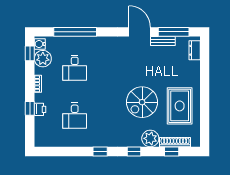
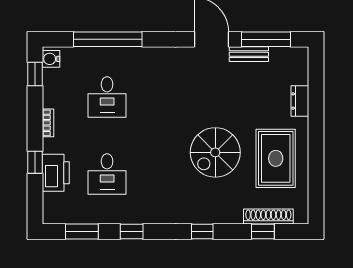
dresser: (195, 50) -> (300, 101), moved
plant: (43, 59) -> (56, 82), removed
printer: (40, 109) -> (56, 173), width x1.87, depth x1.48
plant: (150, 138) -> (229, 211), removed
window: (59, 151) -> (82, 232), added
window: (100, 151) -> (132, 232), moved

